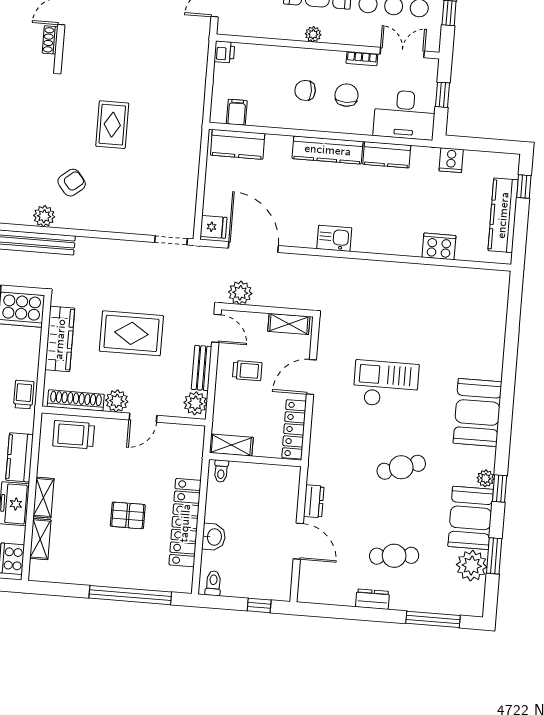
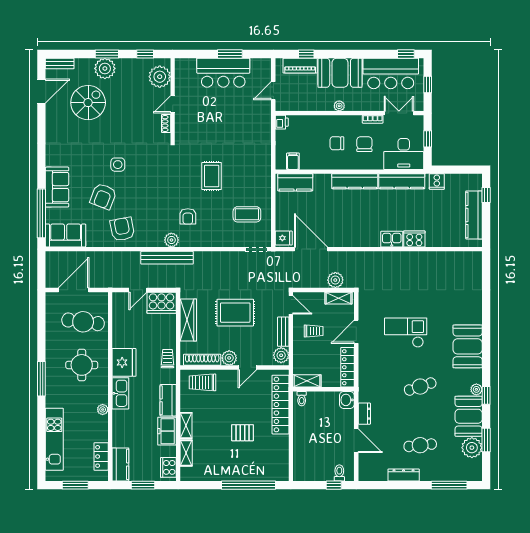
kitchen counter: (387, 155) -> (402, 181), width x1.50
armchair: (72, 183) -> (188, 216), turned 129
coffee table: (161, 187) -> (247, 214), added
kitchen sink: (334, 238) -> (392, 239), moved
cooker: (439, 246) -> (414, 239), moved
plant: (240, 293) -> (335, 280), moved
locker: (185, 523) -> (281, 405), moved
washbasin: (214, 537) -> (347, 400), moved, turned 180
toilet: (213, 583) -> (339, 473), moved
dresser: (373, 599) -> (404, 475), width x1.44

